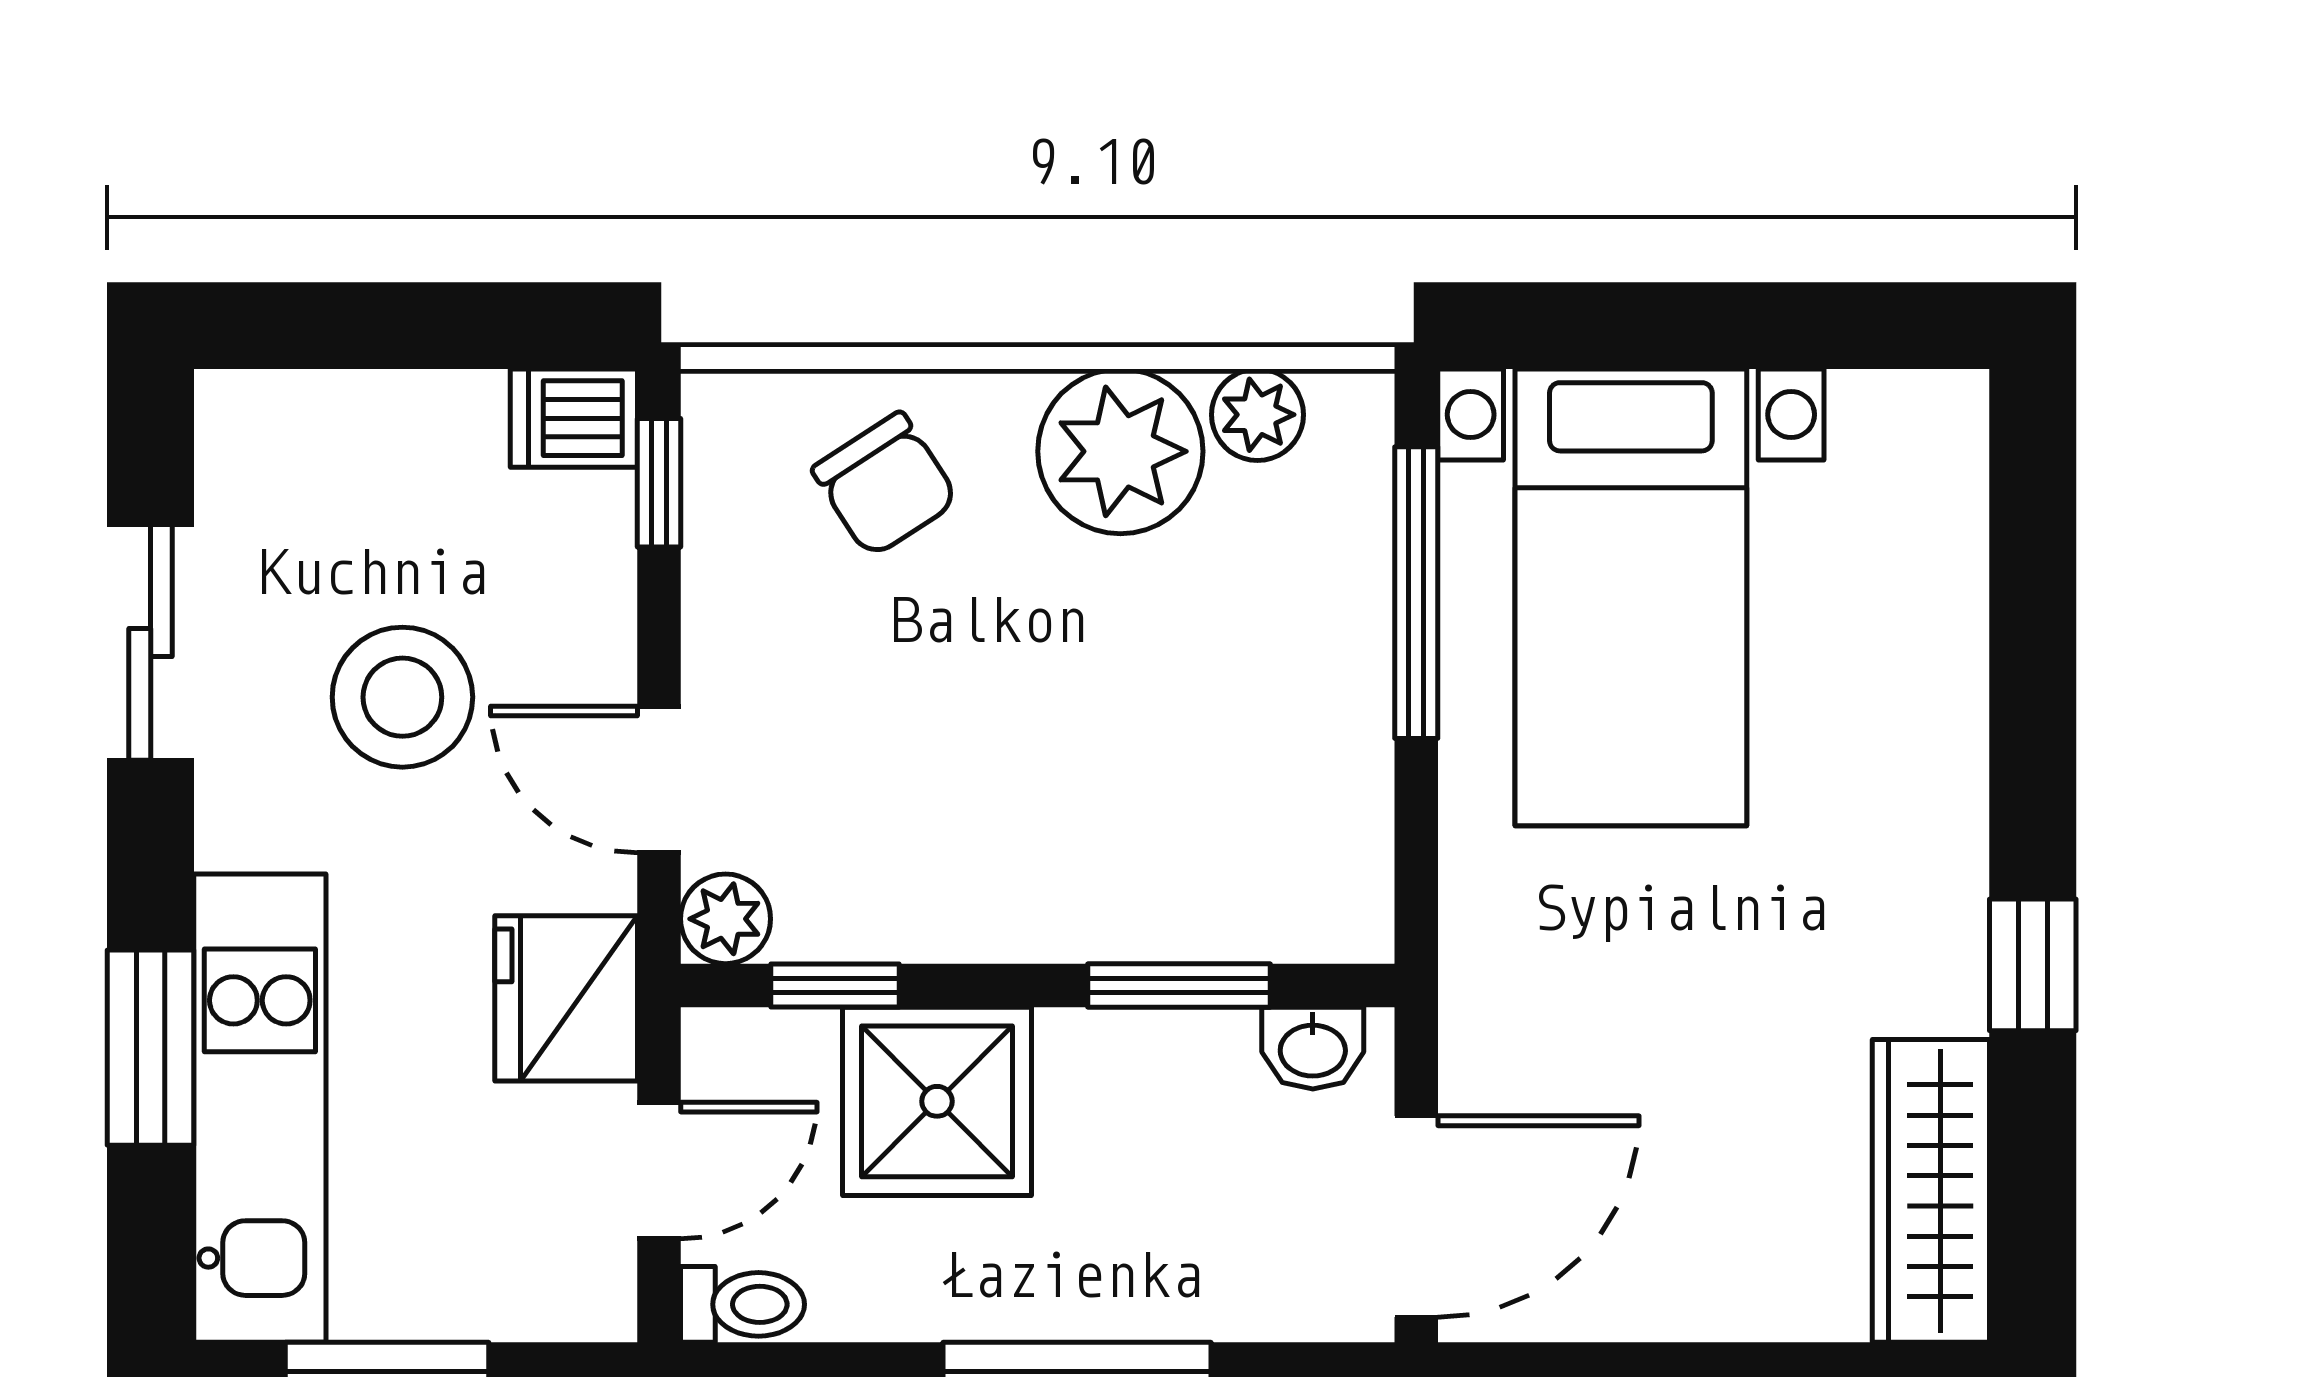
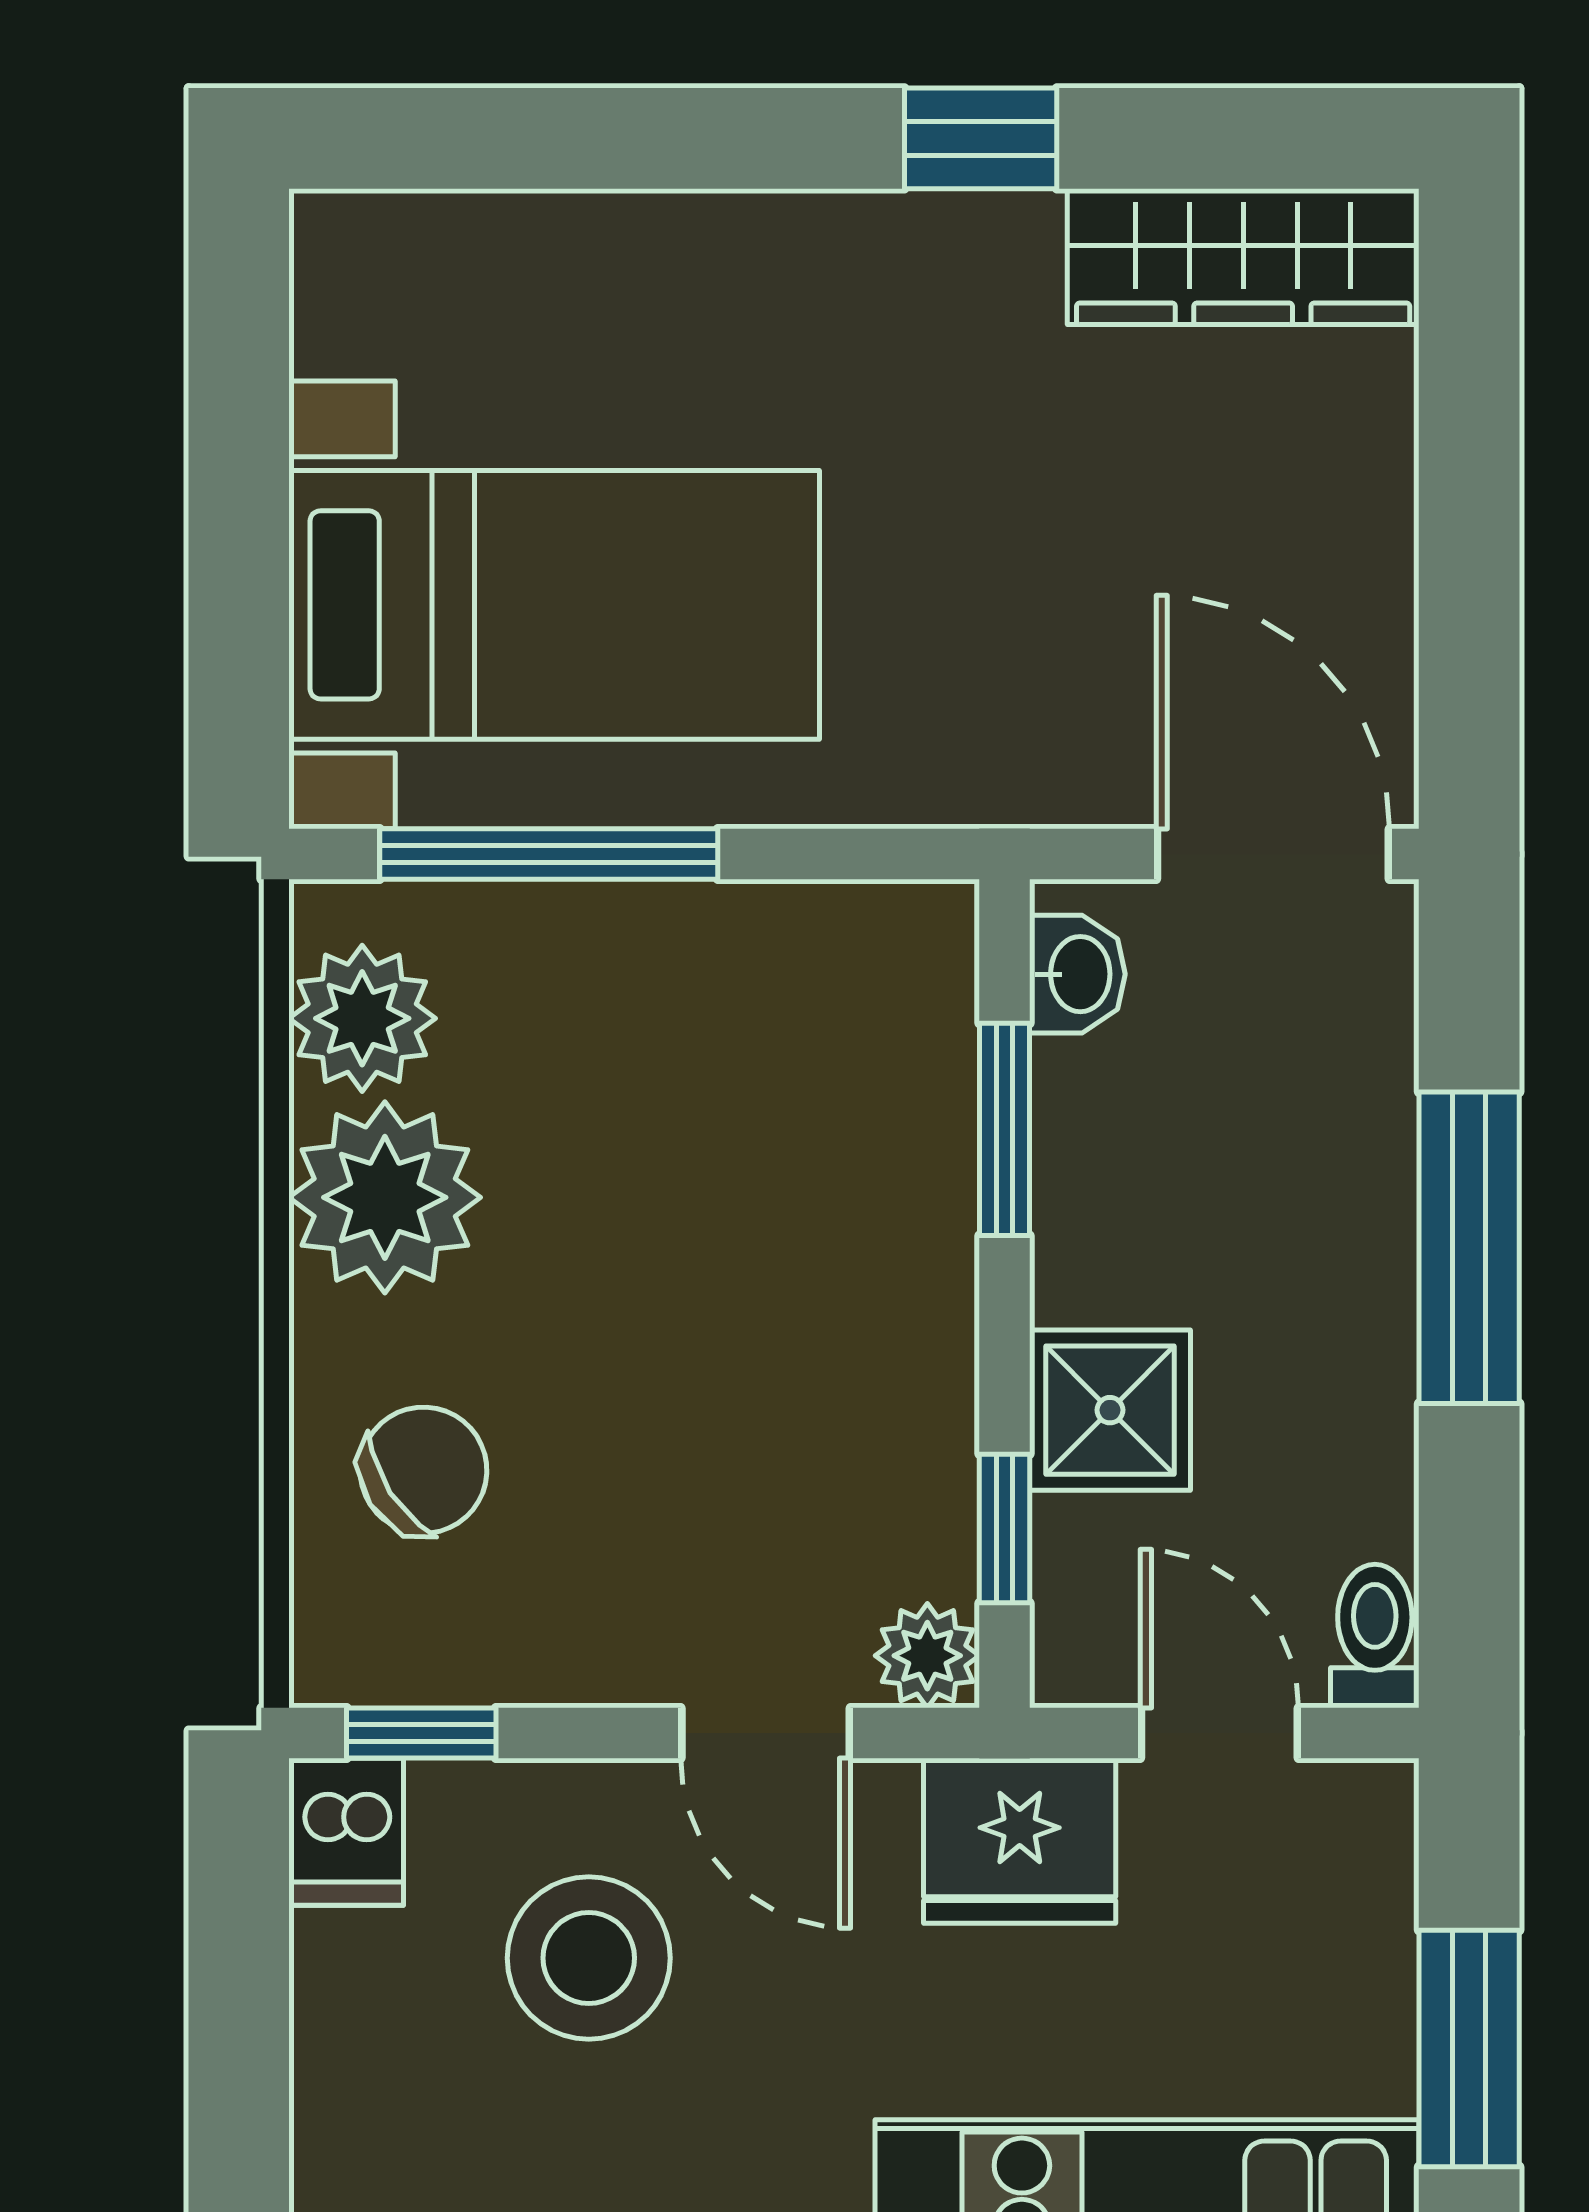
plant: (1257, 415) -> (362, 1018), width x1.38, depth x1.38
stool: (402, 697) -> (589, 1958), moved
door: (659, 780) -> (766, 1733), hinge flipped
shower: (937, 1101) -> (1110, 1410), width x0.73, depth x0.73

